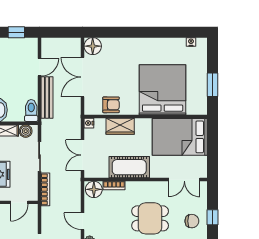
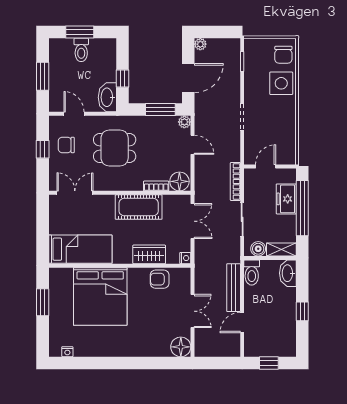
double door: (83, 77) -> (193, 311), width x0.73
bed: (180, 137) -> (80, 249), width x0.67

